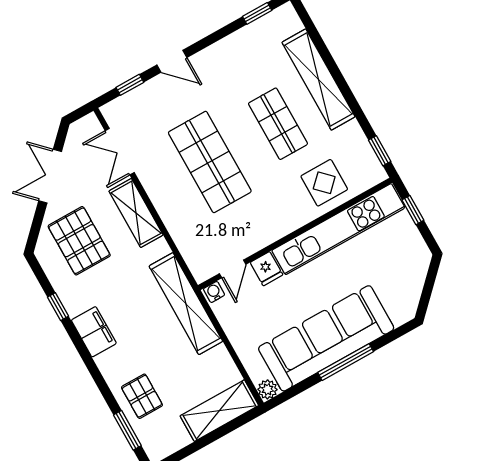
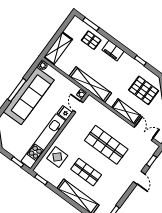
door: (172, 61) -> (139, 178), swing flipped
filing cabinet: (94, 332) -> (113, 51), moved

